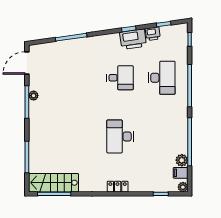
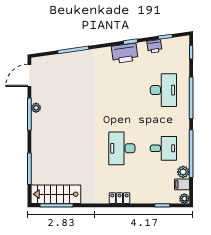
printer: (133, 39) -> (125, 53), moved
desk: (120, 78) -> (163, 148), moved

